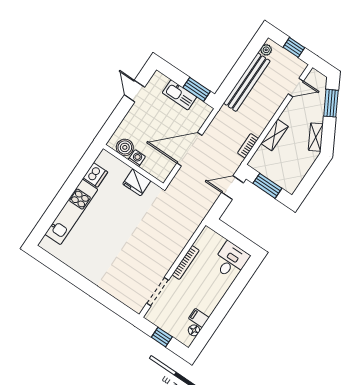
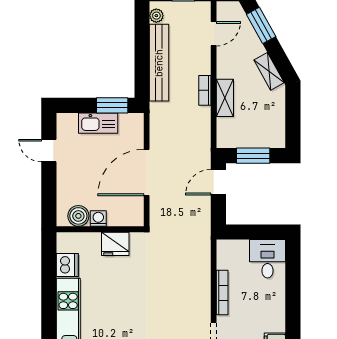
bookcase: (248, 146) -> (205, 90), moved

